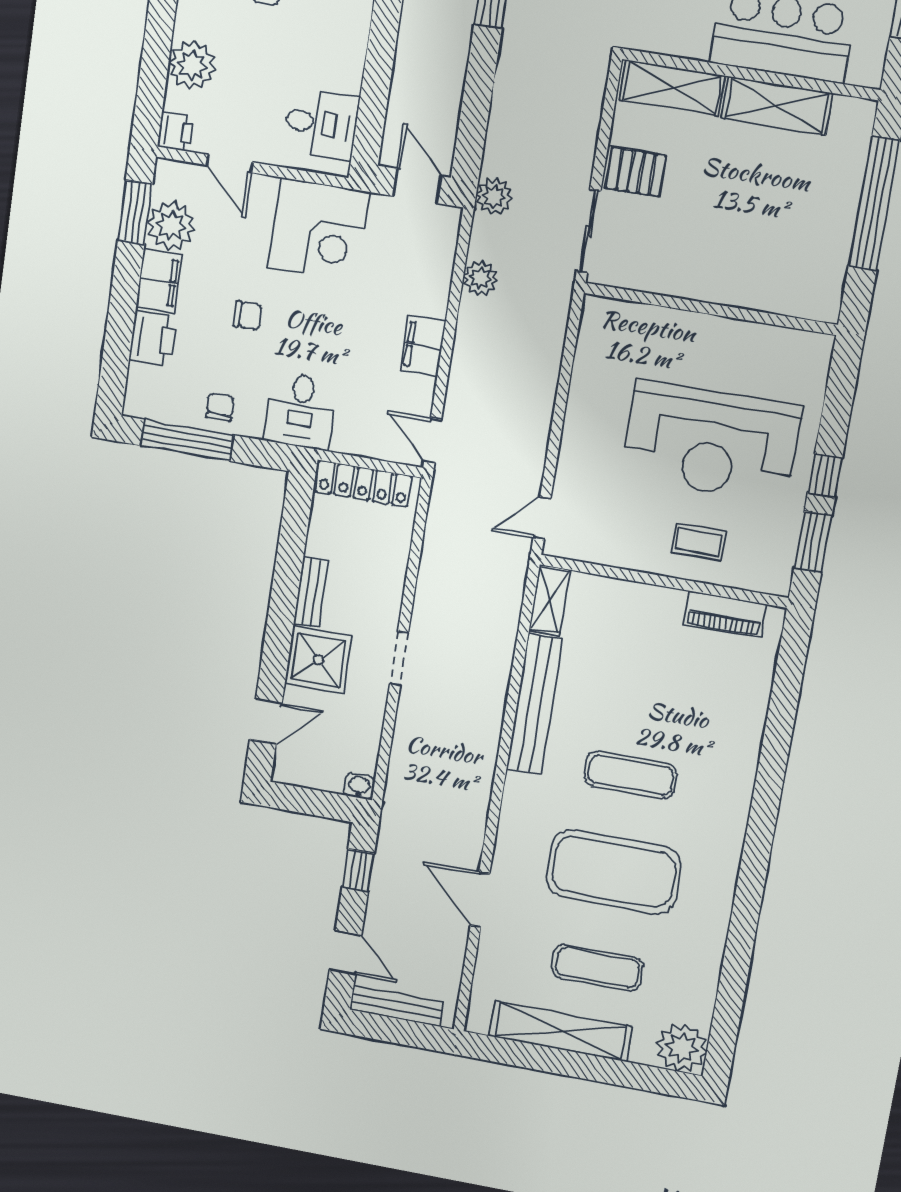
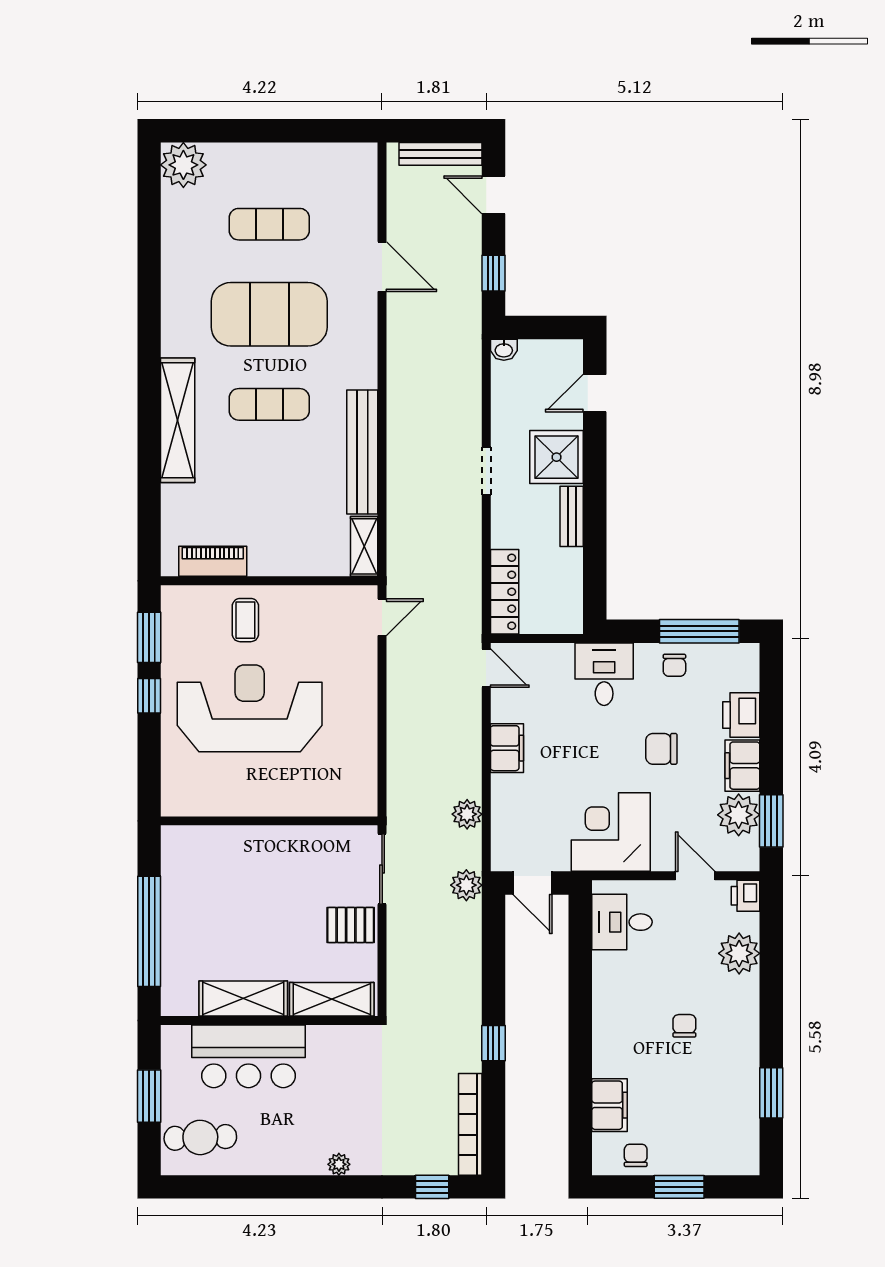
chair: (248, 315) -> (661, 749), width x1.37, depth x1.37
locker: (363, 484) -> (505, 592), moved, turned 90
coffee table: (699, 542) -> (245, 620), turned 90
shelving: (561, 1031) -> (178, 420), moved, turned 90

